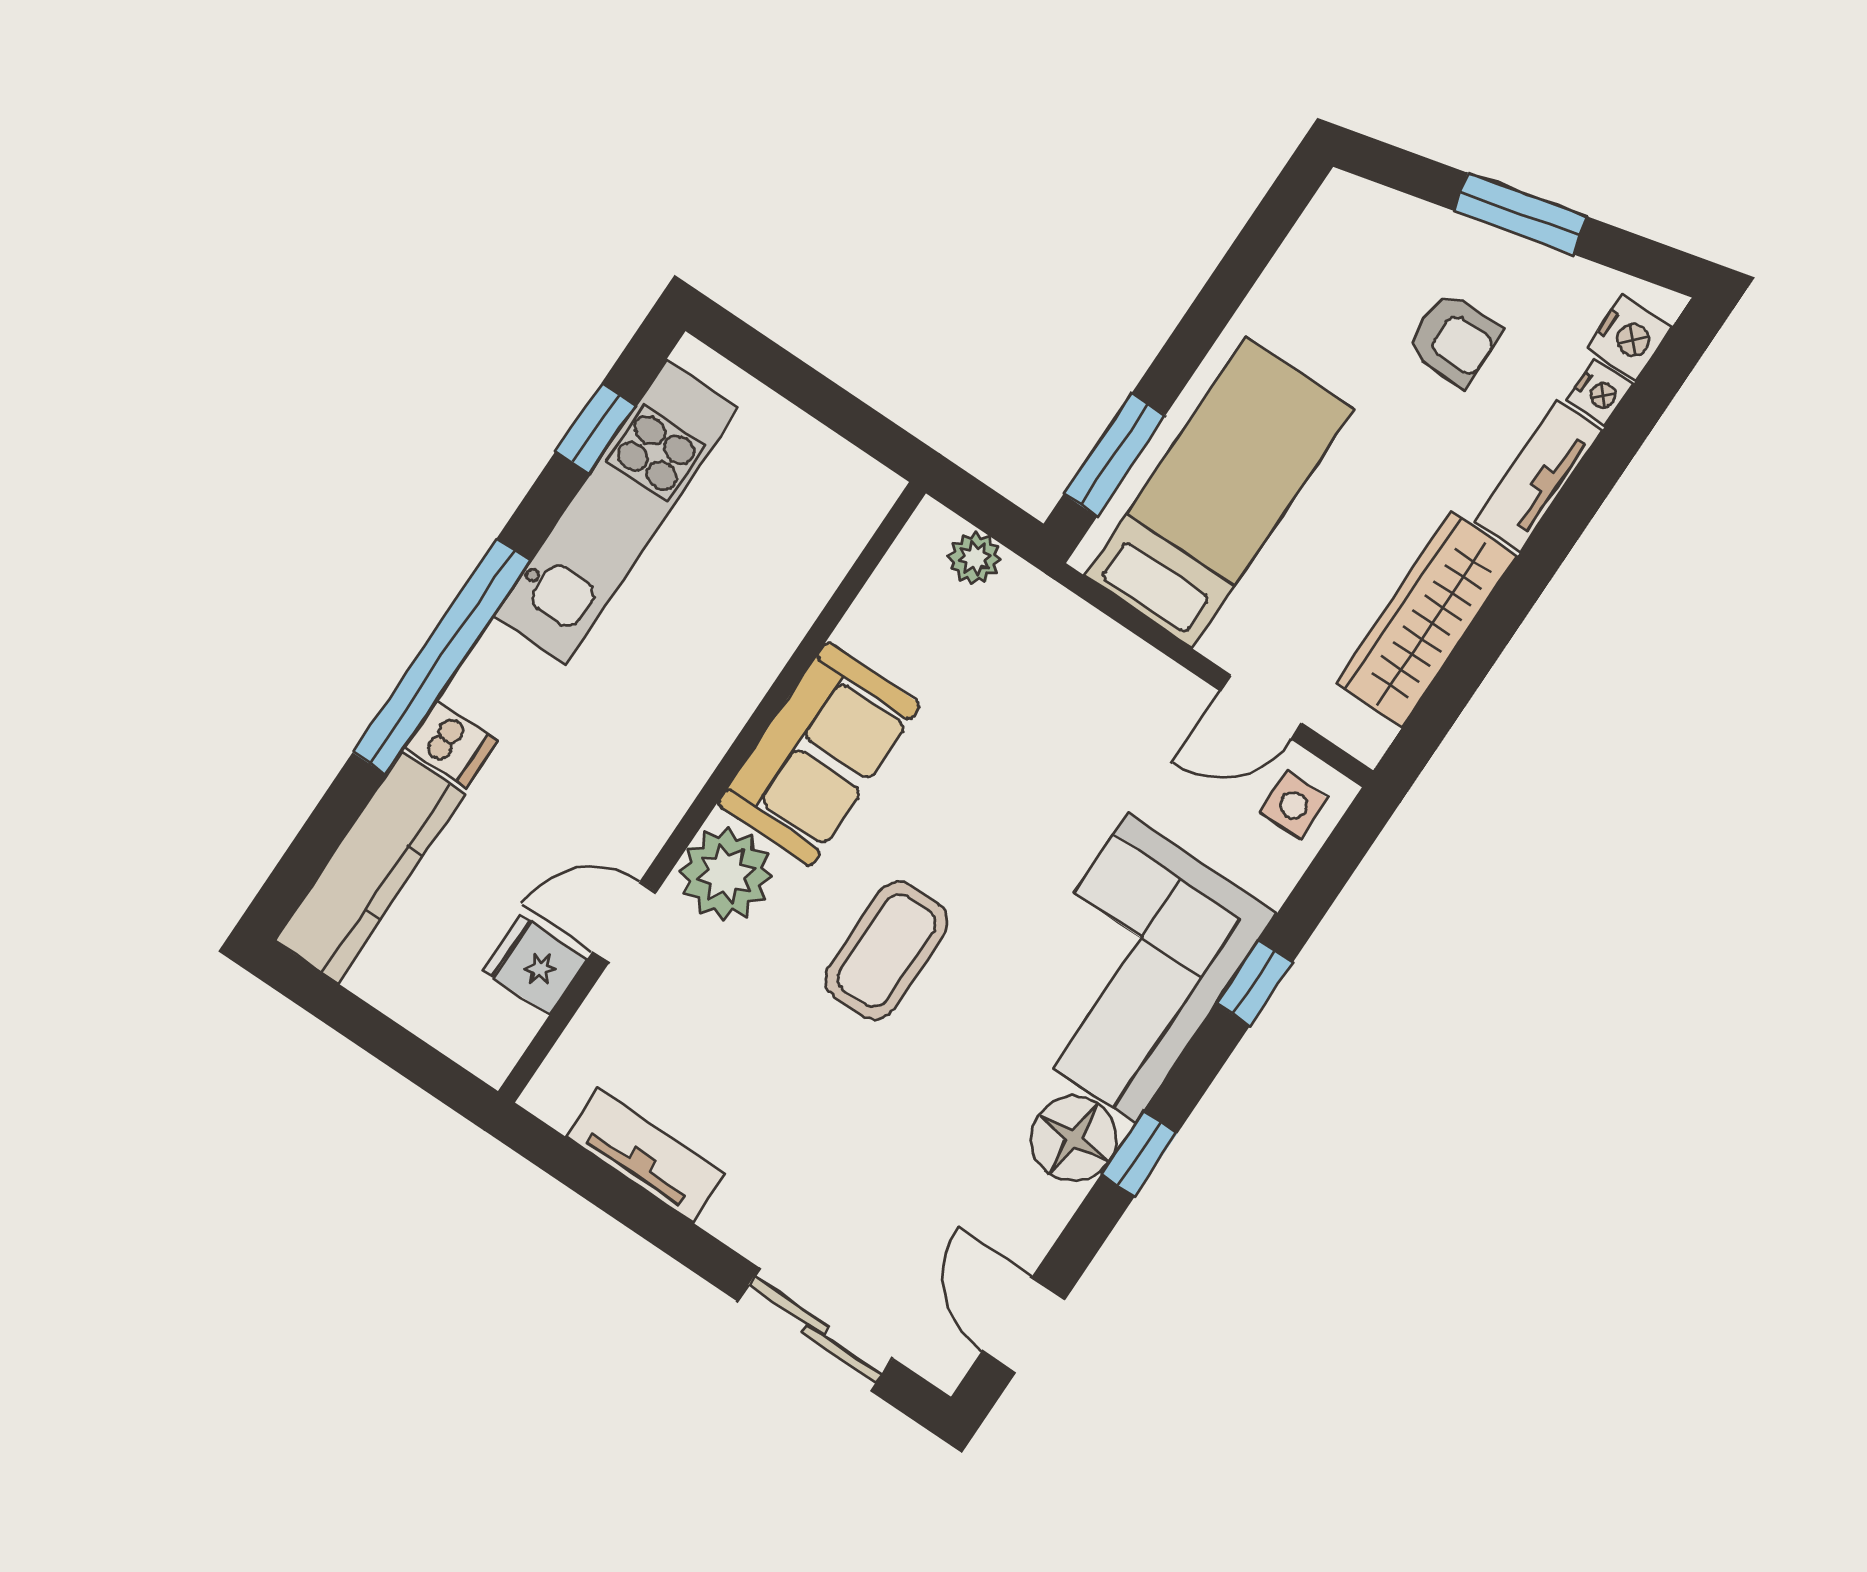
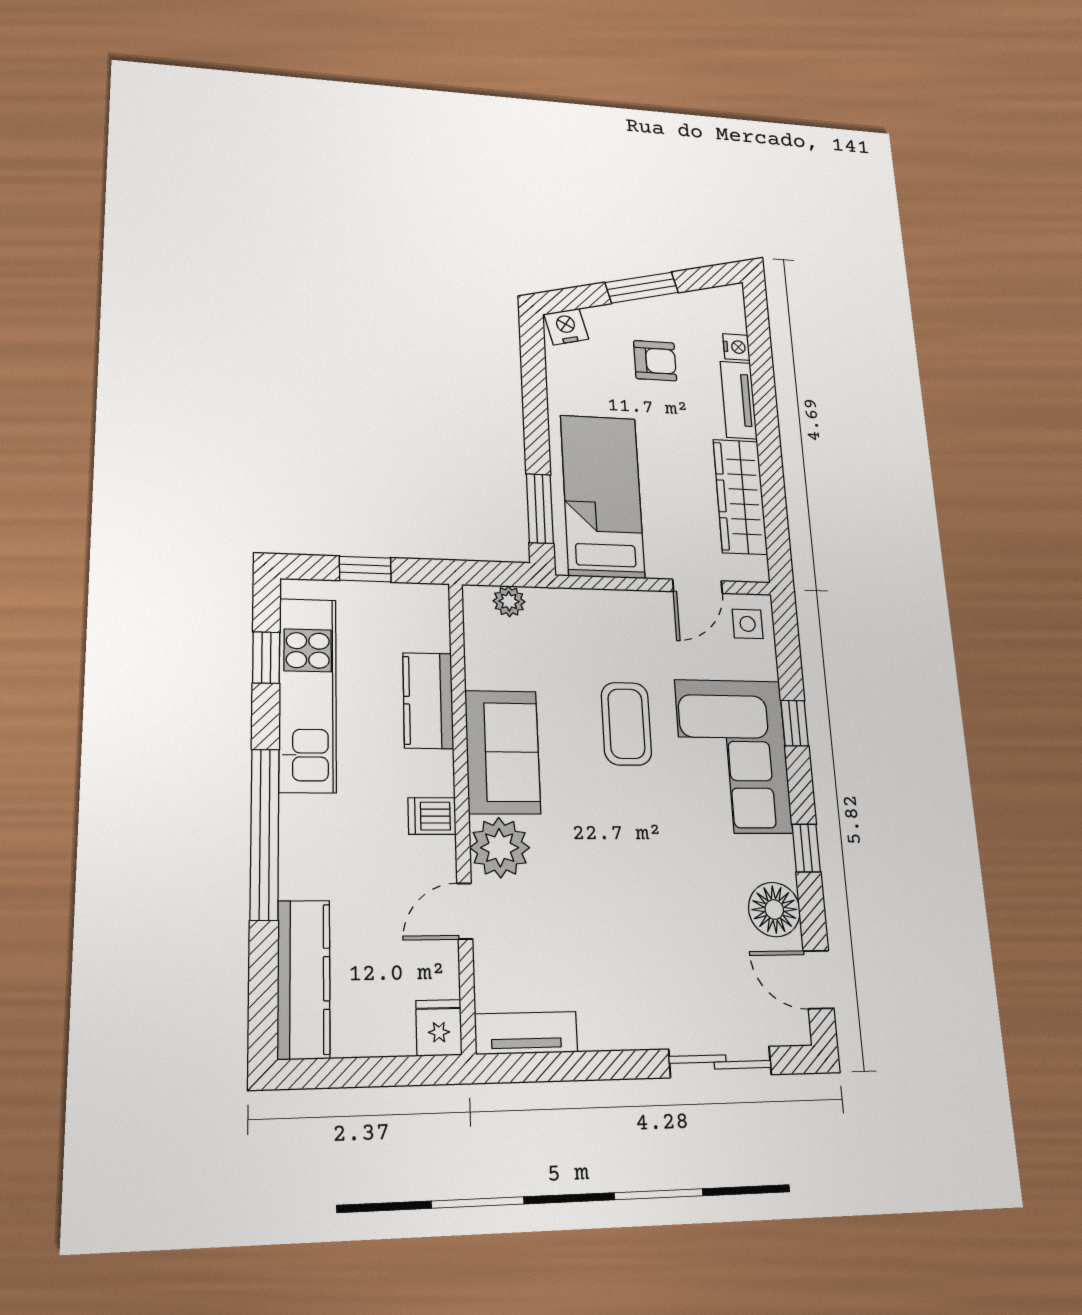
nightstand: (1629, 337) -> (566, 327), moved, turned -104
window: (808, 390) -> (365, 569), added
kitchen counter: (768, 622) -> (428, 700), added
dishwasher: (451, 744) -> (432, 816), moved, turned 180
coffee table: (886, 950) -> (626, 724), moved
fridge: (535, 965) -> (439, 1028), moved, turned 90
floor lamp: (1074, 1139) -> (774, 909), moved
tv unit: (645, 1155) -> (526, 1033), moved

